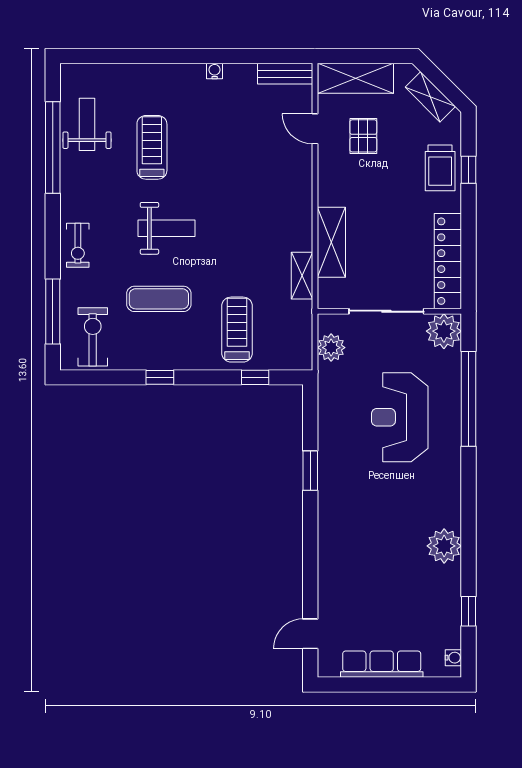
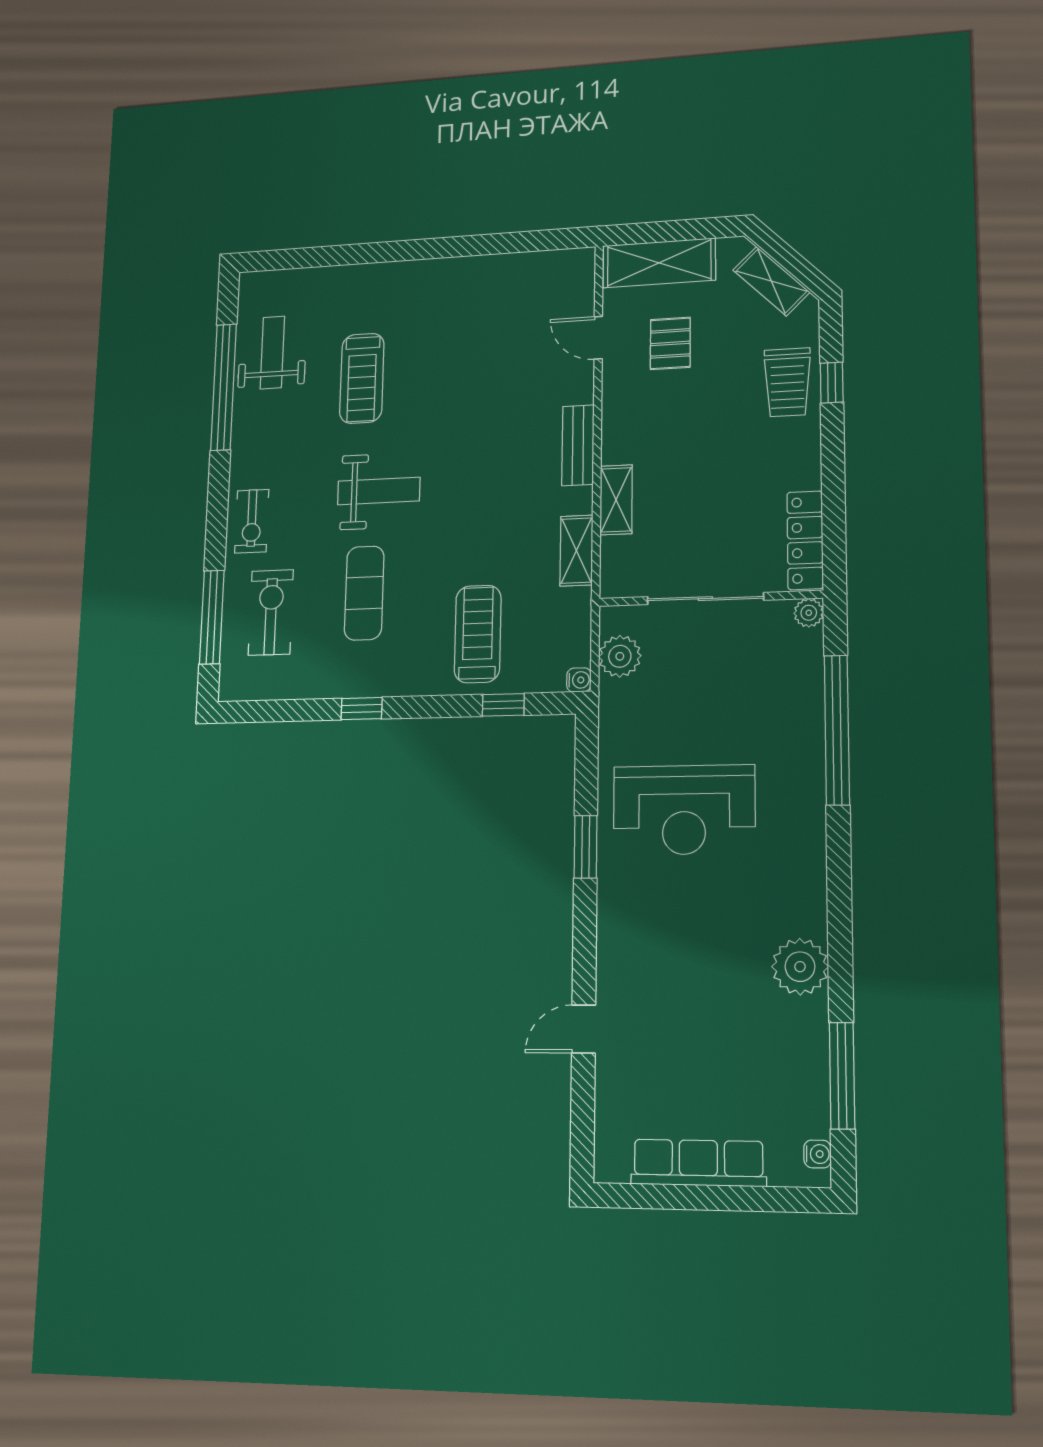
water cooler: (215, 71) -> (579, 680), moved, turned 90
bench: (285, 74) -> (578, 445), moved, turned 90
treadmill: (152, 147) -> (362, 378), turned 180
shelving: (331, 242) -> (616, 500), width x0.67, depth x0.75
locker: (448, 261) -> (805, 540), width x0.71, depth x0.83
exercise mat: (159, 299) -> (364, 593), turned 90
plant: (444, 331) -> (809, 613), width x0.53, depth x0.53
exercise bike: (93, 337) -> (271, 612), moved
reception desk: (400, 417) -> (684, 810), moved, turned -90
window: (469, 611) -> (842, 1076), width x2.17
door: (310, 634) -> (584, 1029), moved

